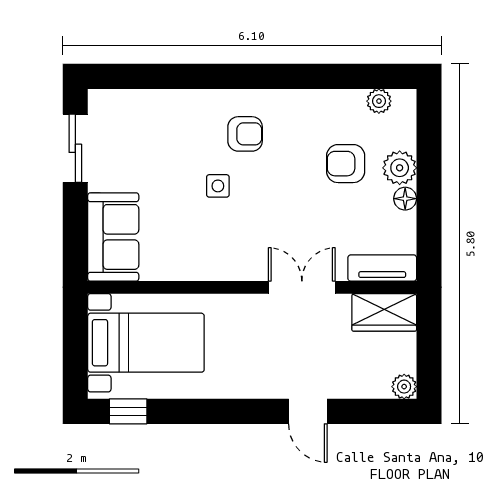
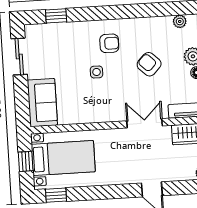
window: (149, 76) -> (56, 16), added
armchair: (346, 164) -> (149, 64), moved, turned 44
window: (75, 345) -> (26, 161), added

